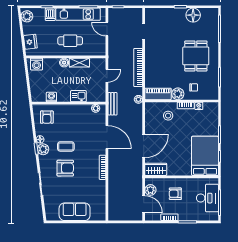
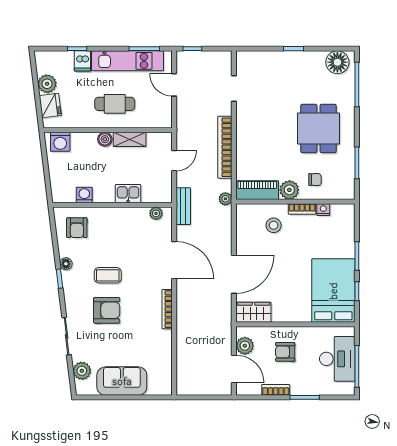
floor lamp: (193, 15) -> (337, 62), moved
plant: (27, 16) -> (47, 84), moved
plant: (43, 149) -> (82, 371), moved

